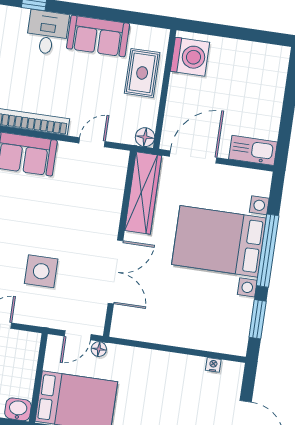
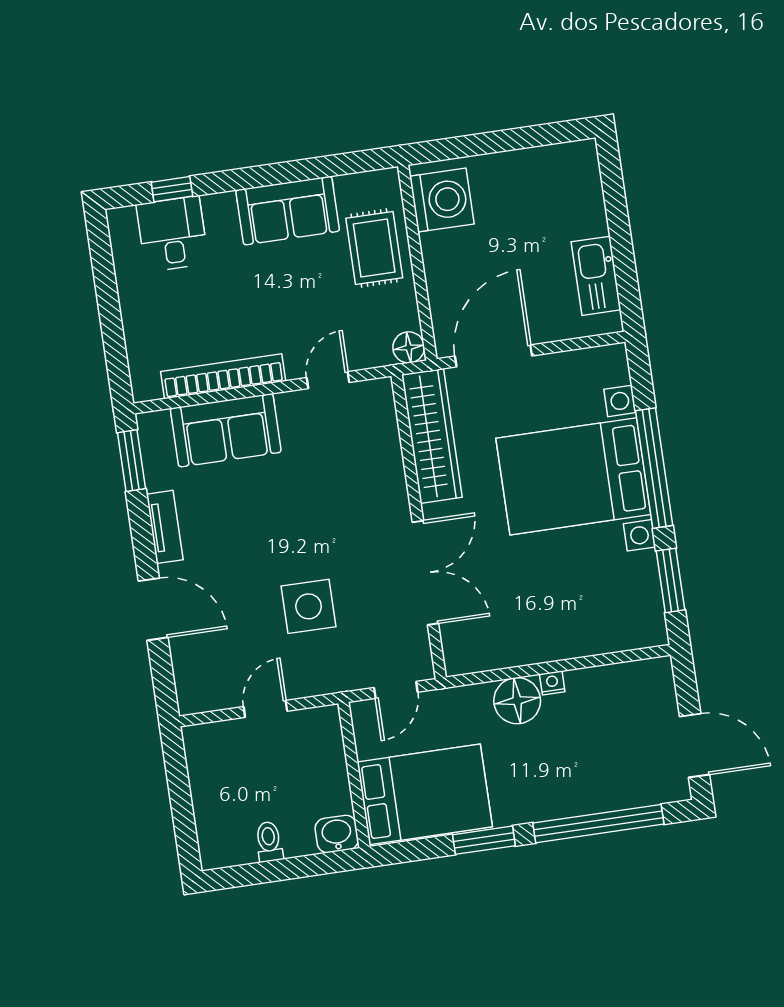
desk: (47, 33) -> (172, 234), moved
kitchen sink: (253, 150) -> (596, 276), moved, turned -90
floor lamp: (99, 349) -> (517, 701), moved, width x1.89, depth x1.89
nightstand: (213, 365) -> (552, 683), moved

